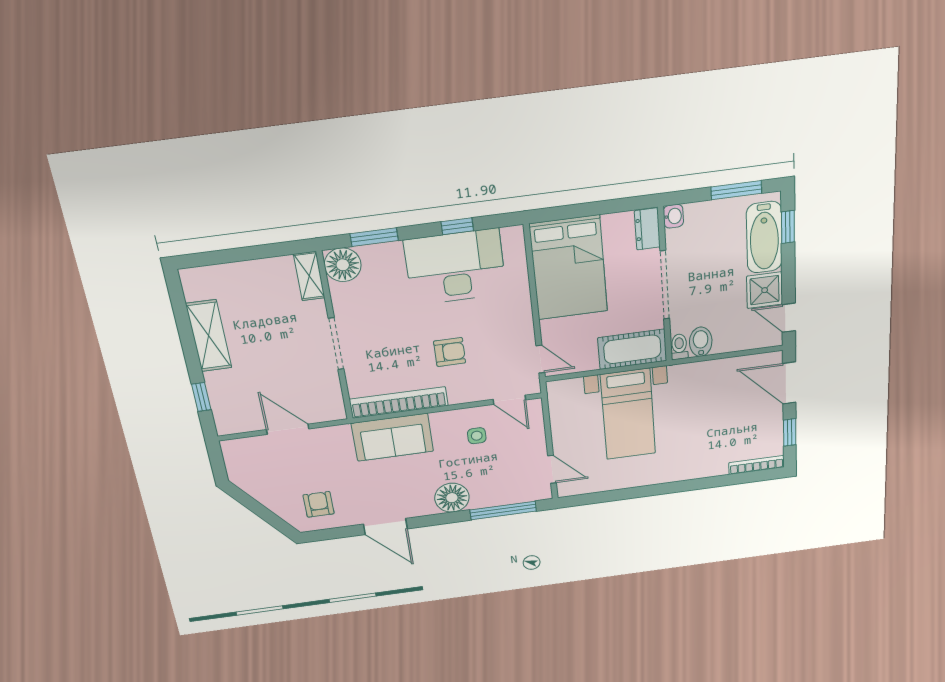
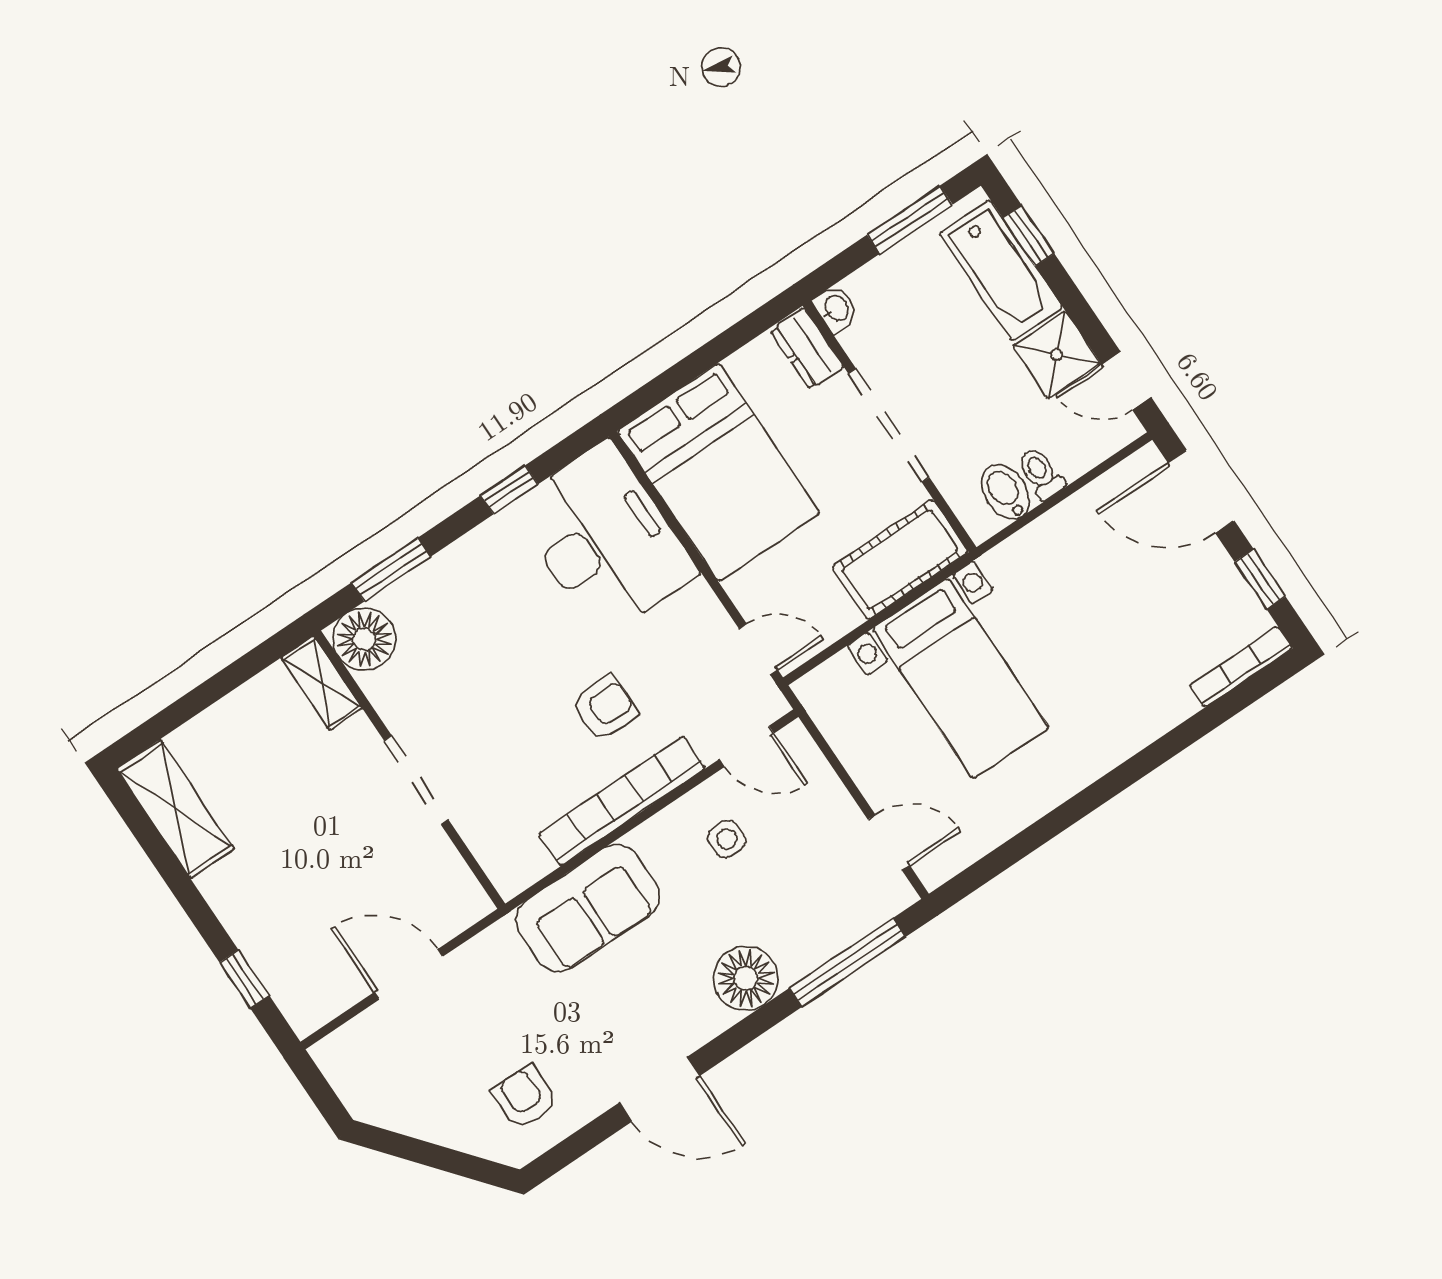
desk: (455, 267) -> (604, 540), moved, turned 90
shelving: (209, 336) -> (175, 809), moved
toilet: (679, 347) -> (1041, 473), moved
bookcase: (399, 402) -> (622, 801), moved

